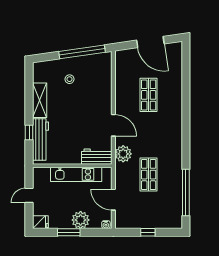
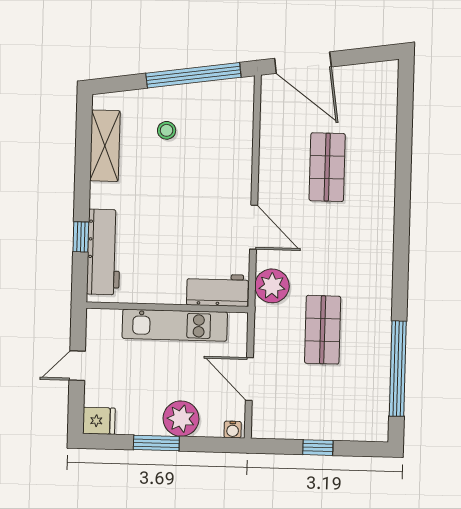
door: (150, 42) -> (303, 63), moved
shelving: (40, 100) -> (105, 146), moved

